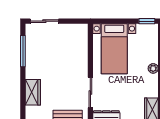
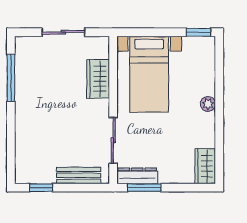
sliding door: (44, 21) -> (63, 32), moved
wardrobe: (33, 92) -> (98, 79), moved, turned 180

